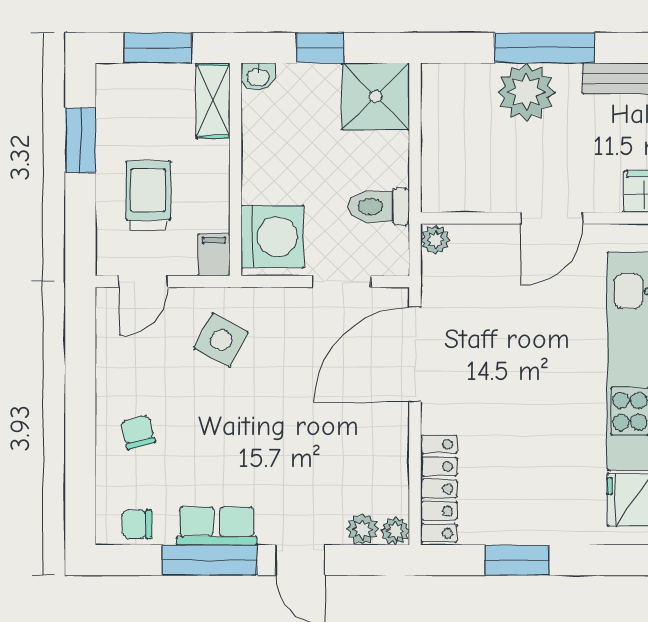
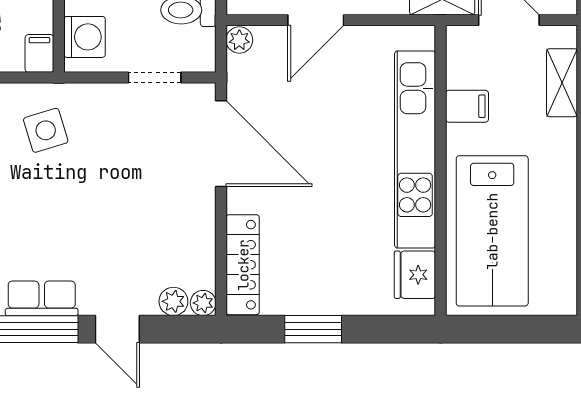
door: (552, 218) -> (316, 20), moved
washing machine: (272, 237) -> (85, 37), width x0.73, depth x0.73
side table: (221, 340) -> (46, 130), turned 45
door: (415, 355) -> (221, 144), swing flipped

